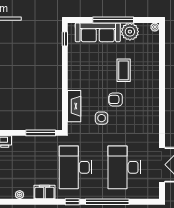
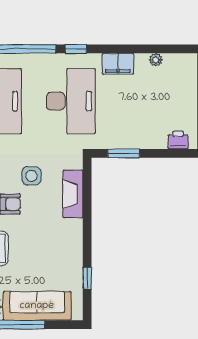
window: (65, 39) -> (87, 278), moved
window: (41, 133) -> (124, 153), width x0.69

